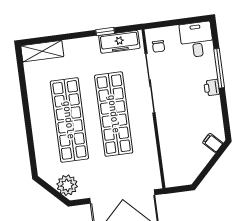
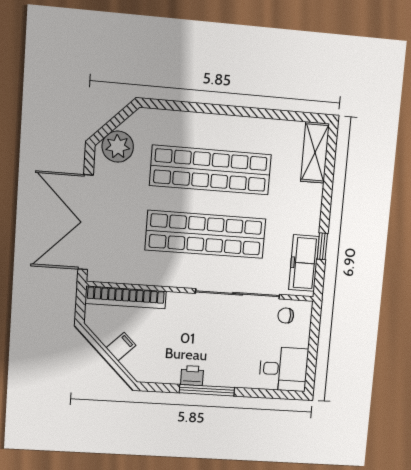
window: (219, 68) -> (207, 390), moved
printer: (212, 88) -> (192, 376), moved
filing cabinet: (213, 143) -> (121, 347), moved
bookcase: (168, 160) -> (126, 297), added

